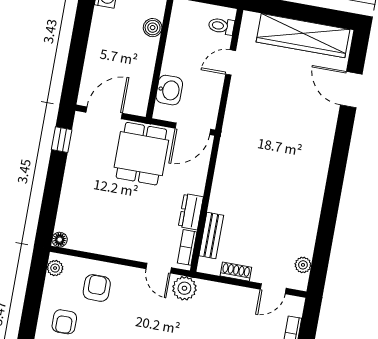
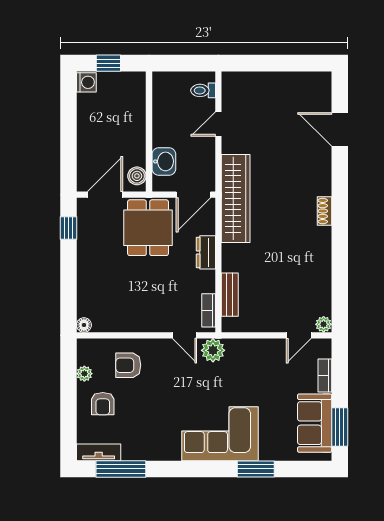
boiler: (153, 28) -> (137, 176), moved
wardrobe: (303, 36) -> (236, 198), moved, turned -90
dresser: (191, 212) -> (206, 252), moved
plant: (303, 265) -> (324, 324), moved
plant: (55, 268) -> (84, 374), moved
shoe rack: (236, 272) -> (325, 211), moved, turned -90
armchair: (97, 288) -> (128, 365), turned -90

